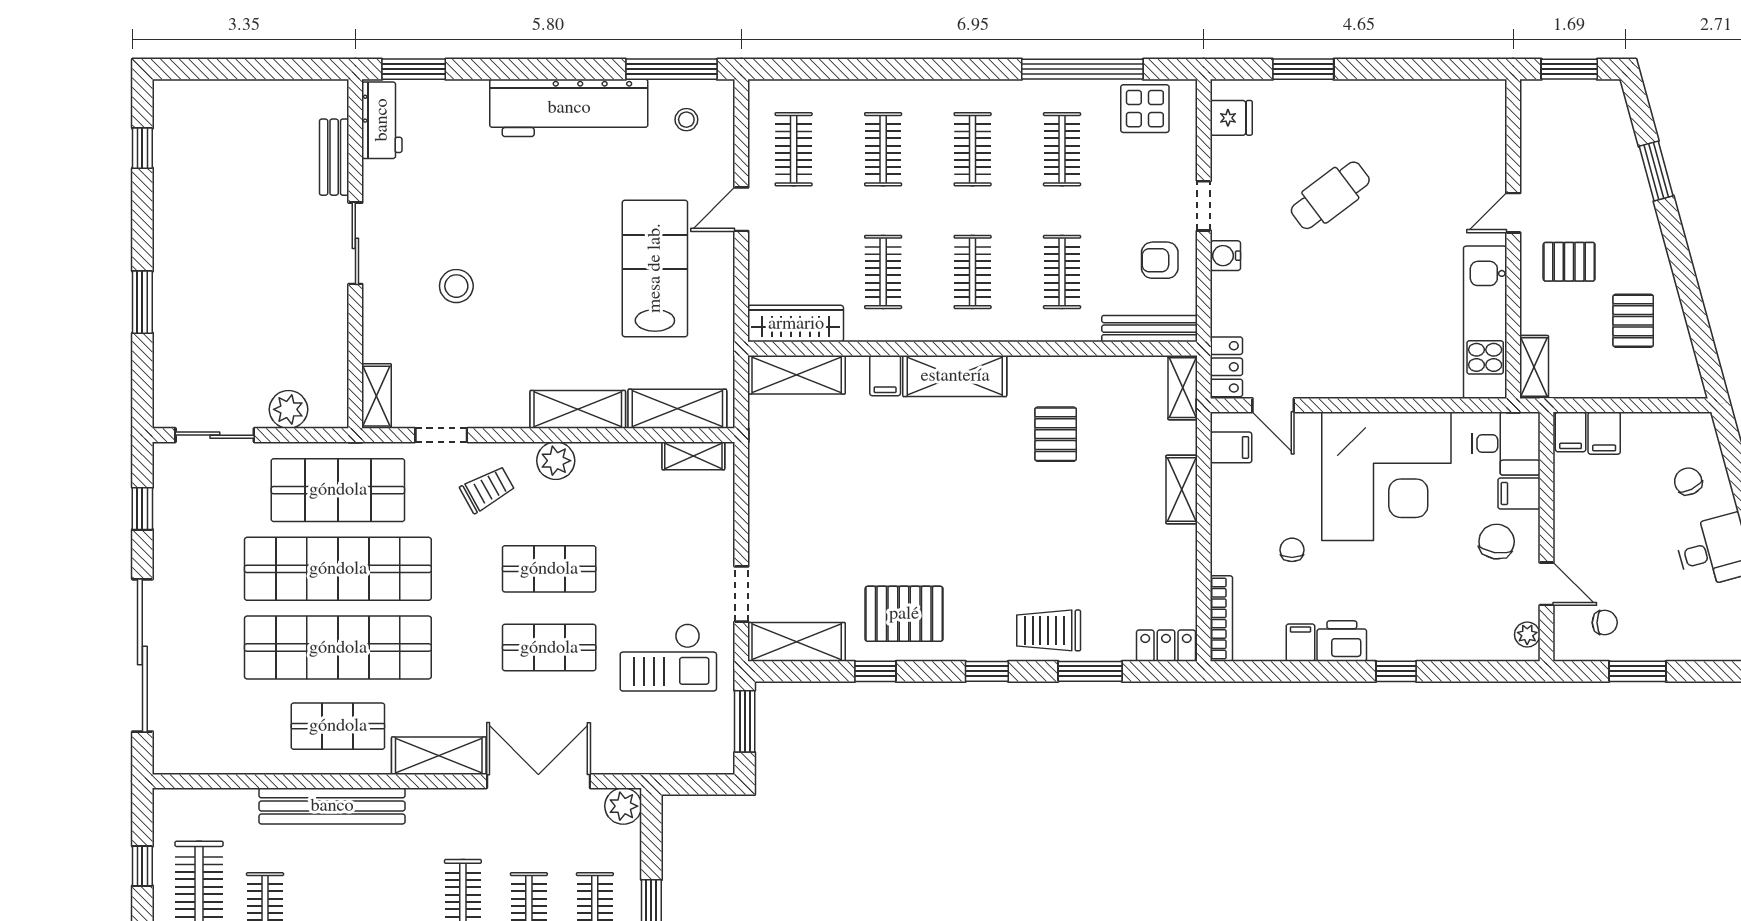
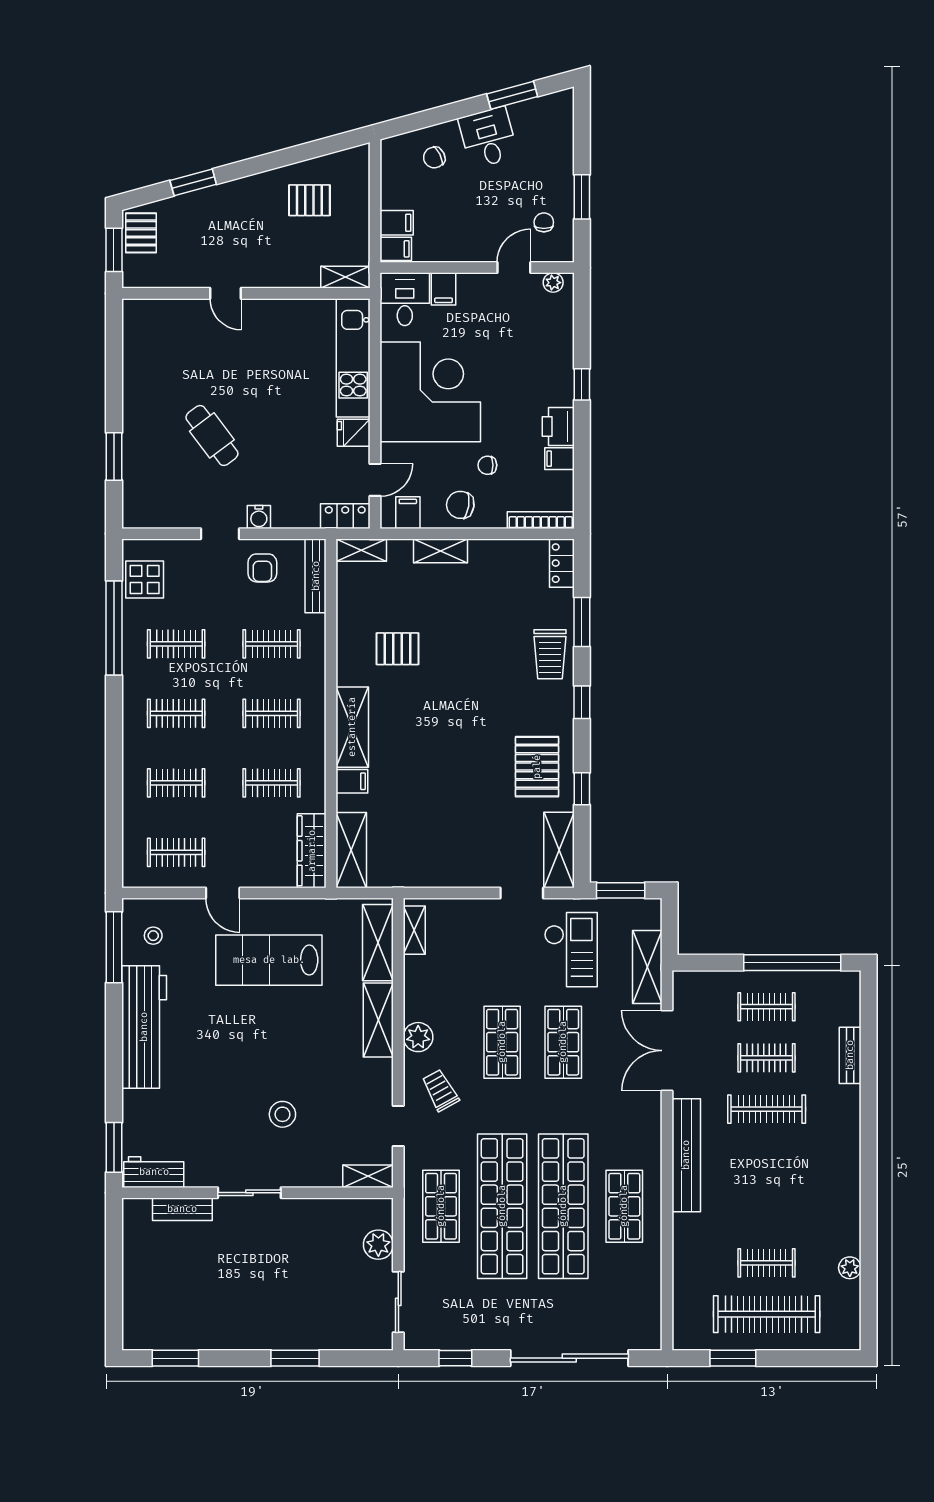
fridge: (1231, 118) -> (354, 433), moved, turned -90
window: (142, 148) -> (175, 1358), width x1.50
pallet: (1569, 262) -> (141, 233), moved
kitchen unit: (1485, 322) -> (353, 358), moved, turned 90
shop shelf: (338, 490) -> (441, 1206), width x0.70, depth x0.74
chair: (1497, 542) -> (460, 505), moved
shelving: (439, 756) -> (647, 967), moved
bench: (332, 806) -> (686, 1155), moved
plant: (623, 806) -> (686, 985), removed
window: (142, 866) -> (733, 1358), width x1.50

